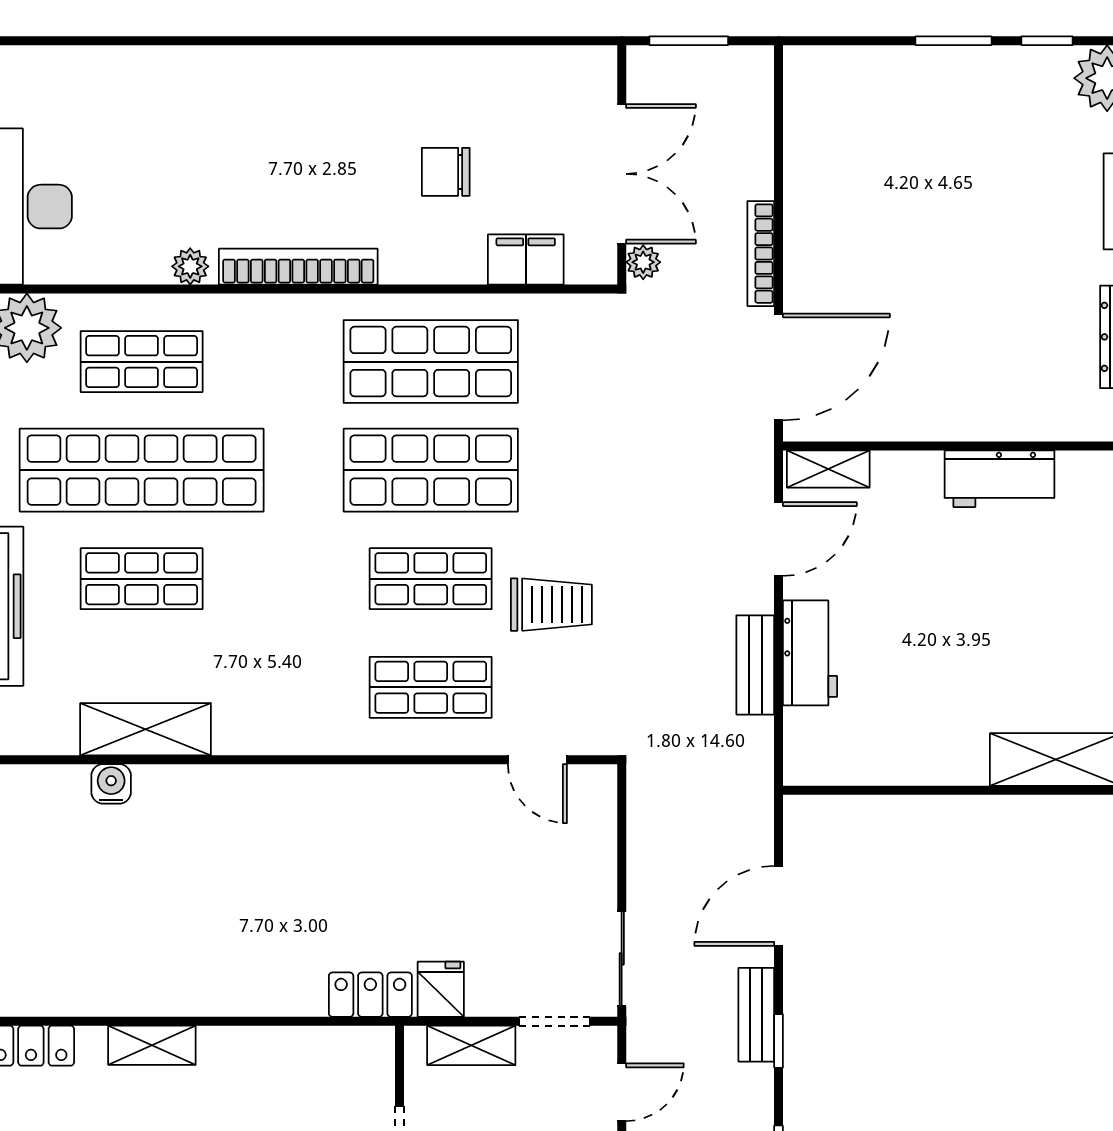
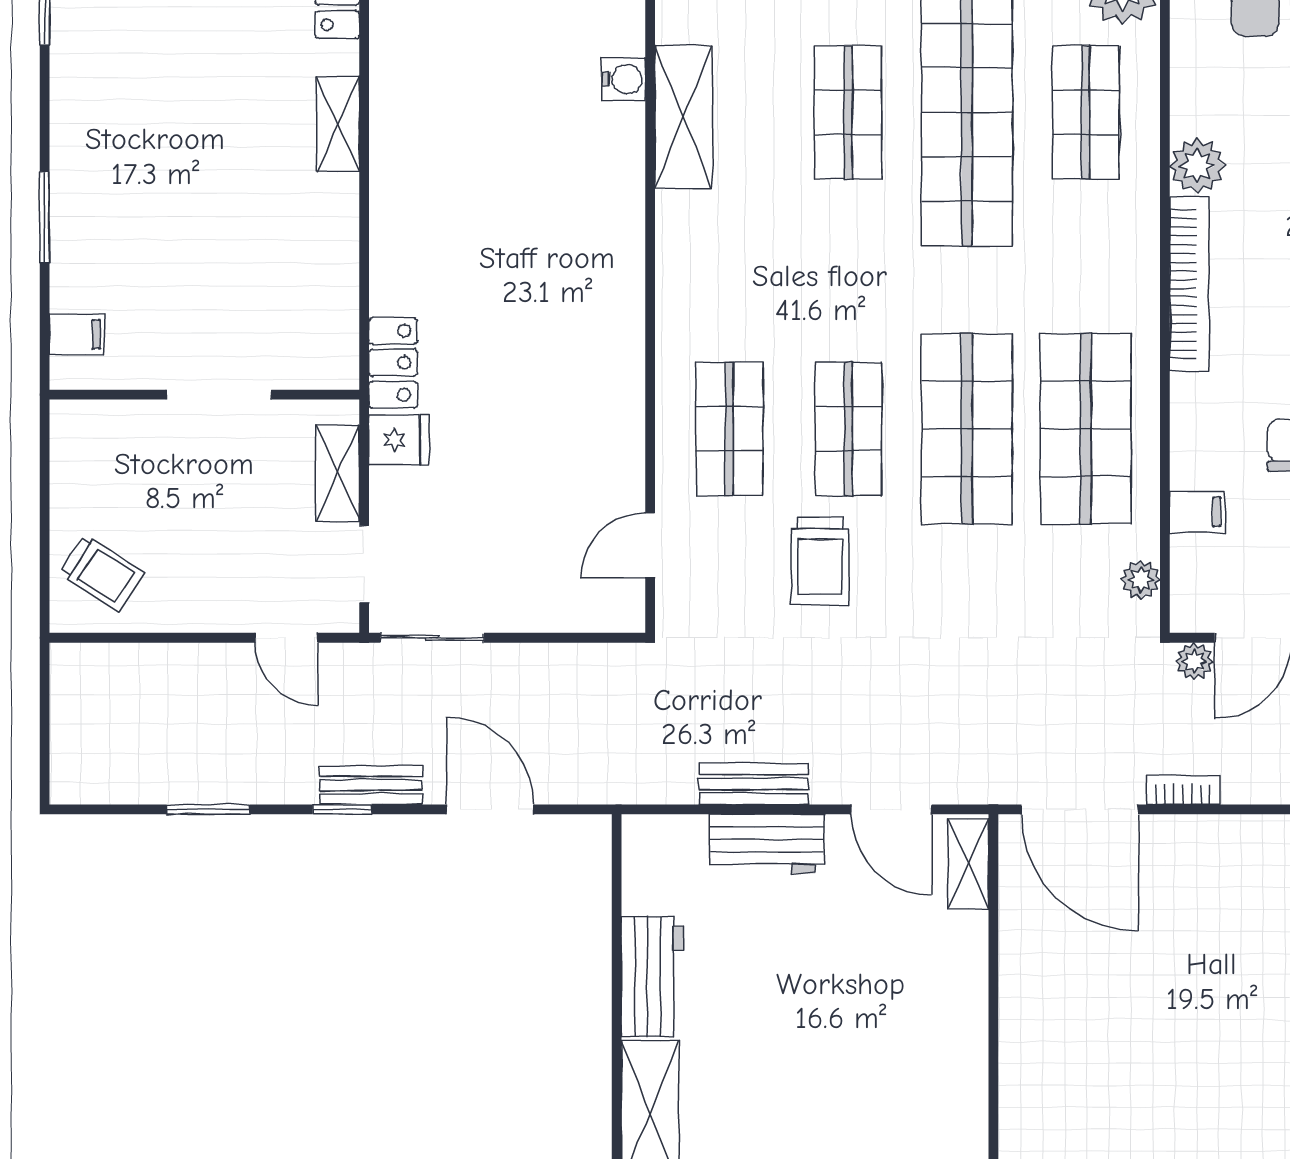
bookcase: (761, 254) -> (1183, 790), width x0.64
filing cabinet: (526, 260) -> (1197, 512), width x0.50
plant: (190, 266) -> (1197, 166), width x1.38, depth x1.38
plant: (569, 311) -> (1141, 580), added
workbench: (999, 479) -> (653, 977), moved, turned 180

